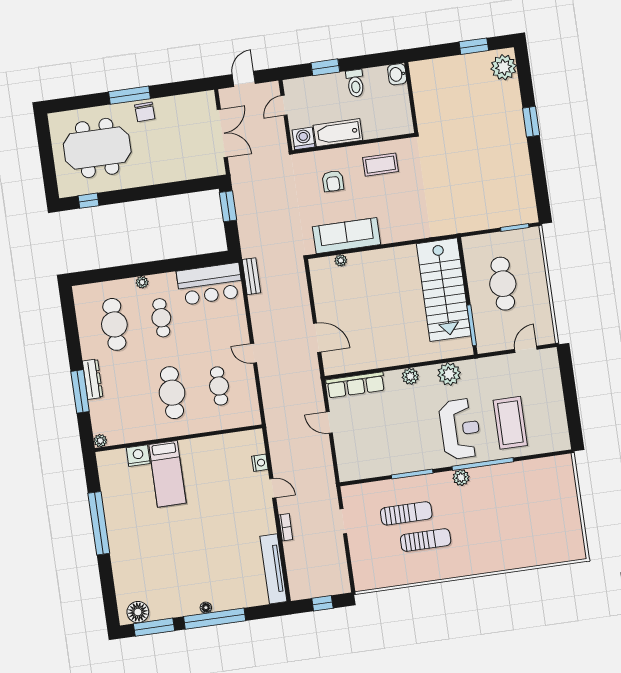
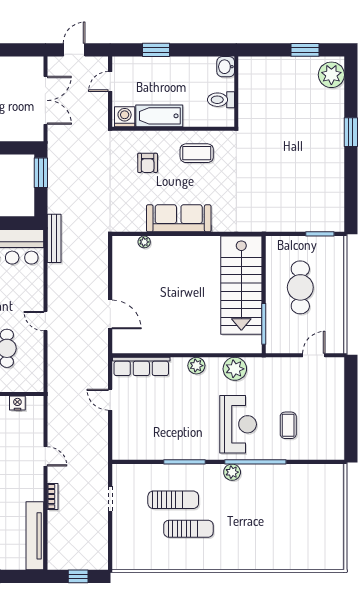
toilet: (355, 83) -> (221, 100), moved, turned 90
sofa: (347, 236) -> (179, 218), moved
bench: (251, 276) -> (54, 238), width x1.36
coffee table: (510, 423) -> (288, 425), width x0.54, depth x0.58
nightstand: (260, 463) -> (17, 403), moved, turned -90

